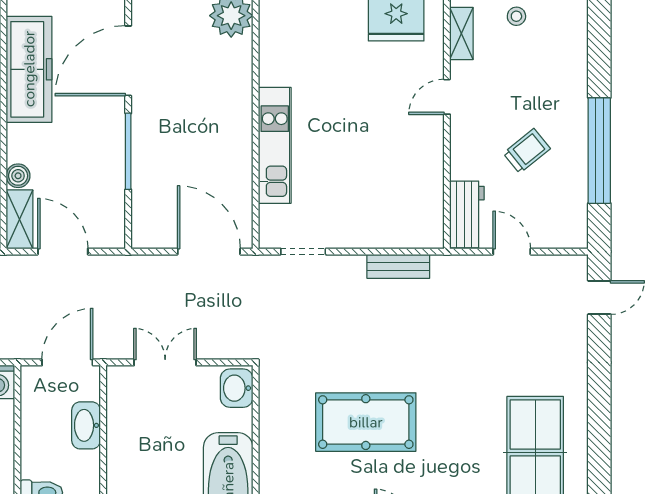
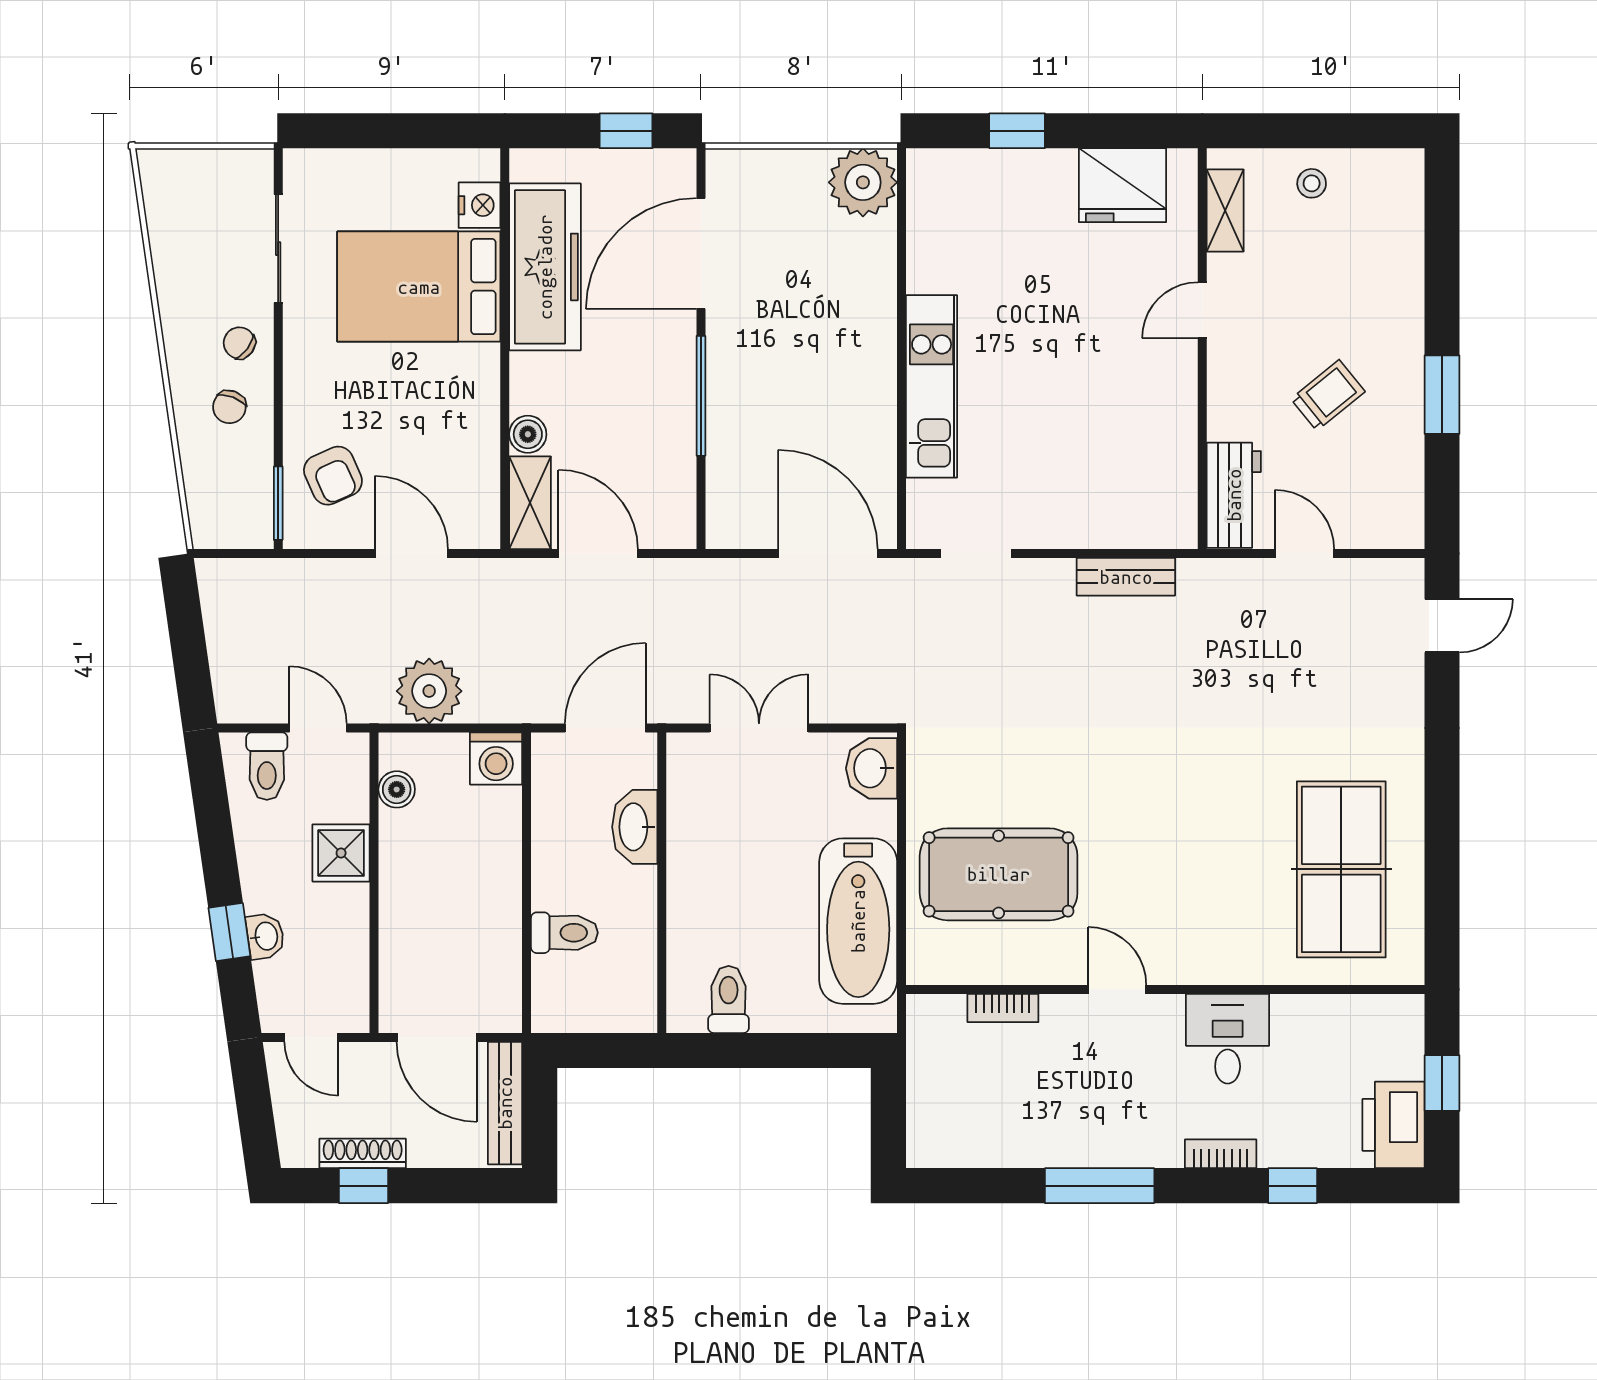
window: (599, 151) -> (1442, 395), width x0.47
pool table: (366, 422) -> (999, 874), moved

